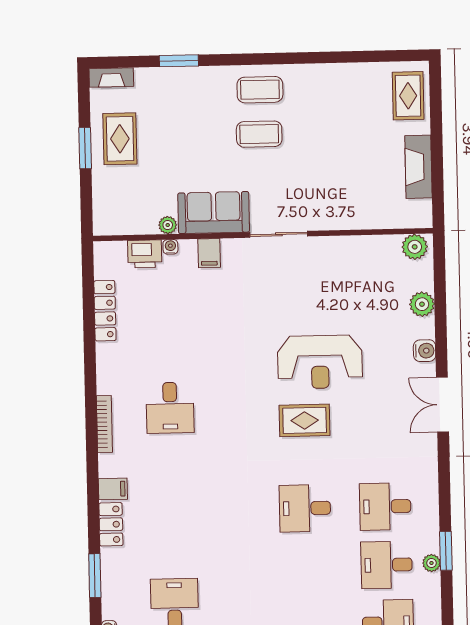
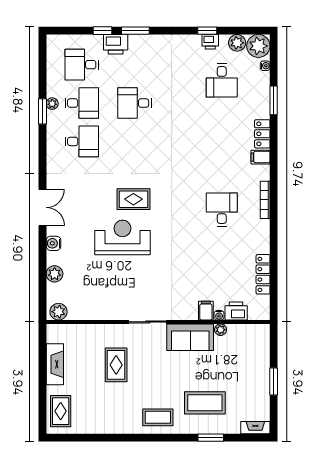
coffee table: (259, 134) -> (205, 403), moved, width x1.36, depth x1.32
rug: (120, 139) -> (116, 365), moved
filing cabinet: (209, 253) -> (206, 311), moved
desk: (305, 508) -> (135, 103), moved, turned 180

